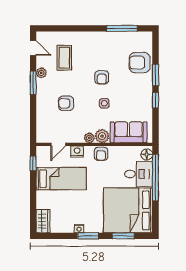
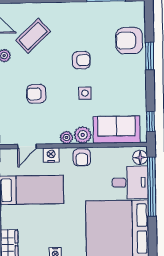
coffee table: (64, 58) -> (33, 36), turned 47
armchair: (102, 77) -> (81, 60), turned -90
window: (156, 100) -> (151, 121), moved

